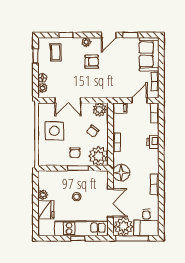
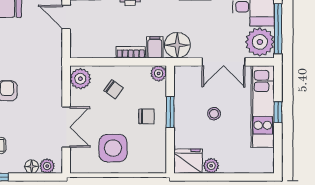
filing cabinet: (120, 108) -> (155, 47), moved
plant: (98, 156) -> (159, 73), width x0.53, depth x0.53
double door: (110, 203) -> (223, 62), swing flipped
fridge: (46, 210) -> (188, 161), moved

